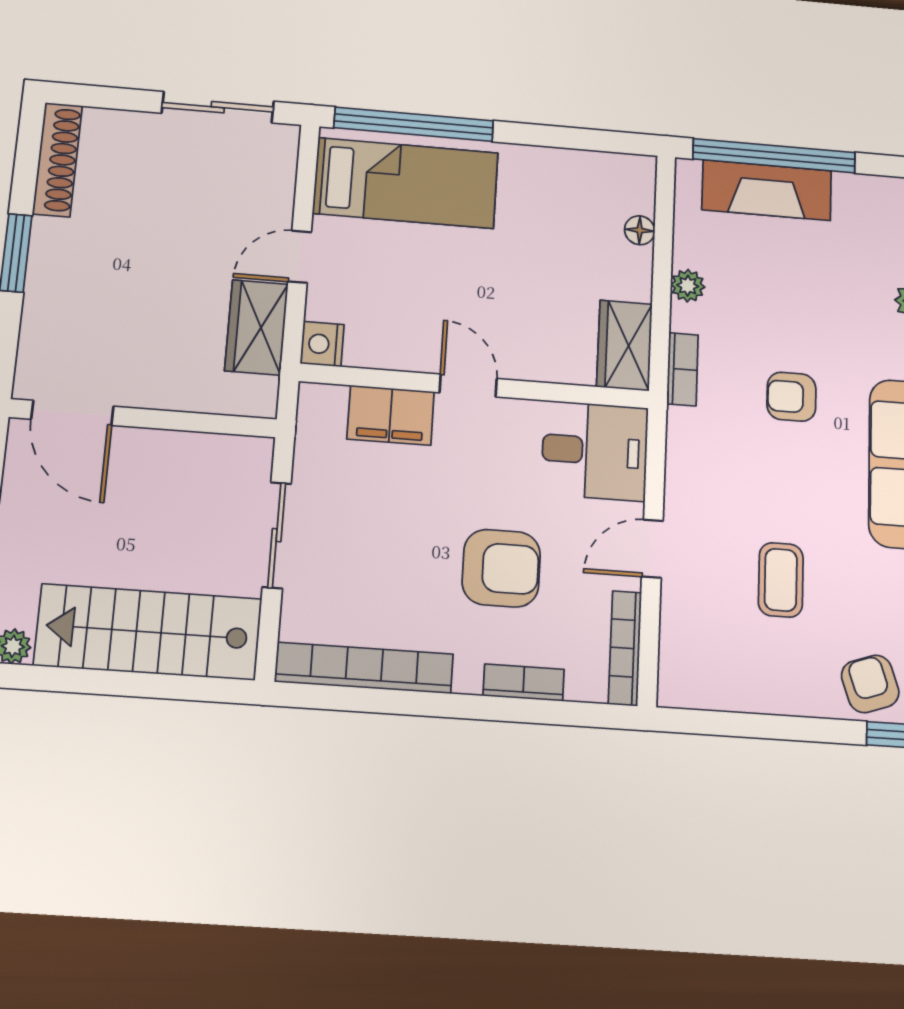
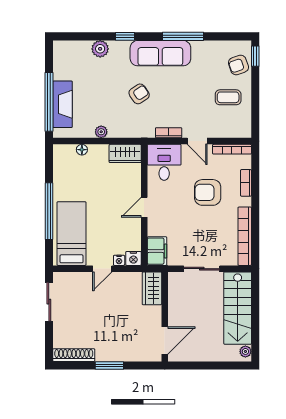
window: (414, 124) -> (49, 211), moved
door: (300, 257) -> (102, 269), hinge flipped
nightstand: (320, 304) -> (119, 260), added
wardrobe: (256, 327) -> (152, 288), moved, turned 90
bookcase: (682, 369) -> (169, 133), moved
armchair: (791, 397) -> (139, 94), turned -124
filing cabinet: (391, 415) -> (157, 251), moved
armchair: (501, 568) -> (208, 192), turned -90
coffee table: (781, 580) -> (228, 97), moved

